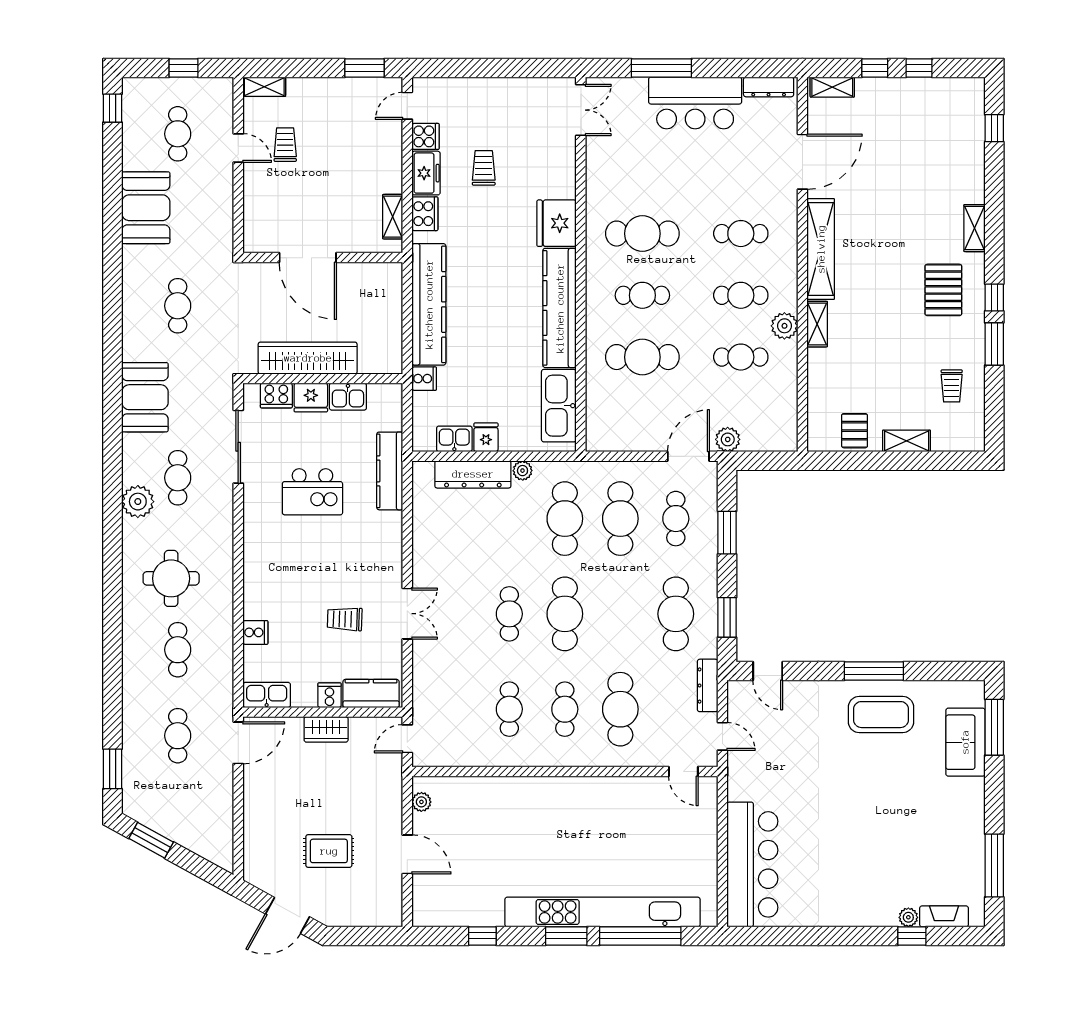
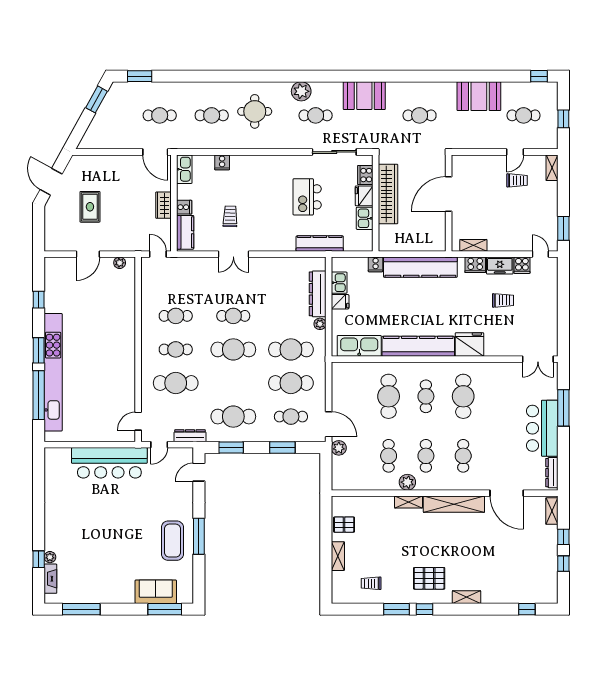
bar counter: (752, 864) -> (109, 463), moved

